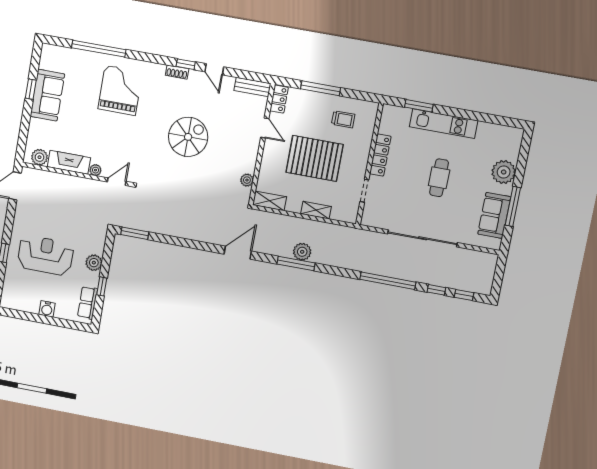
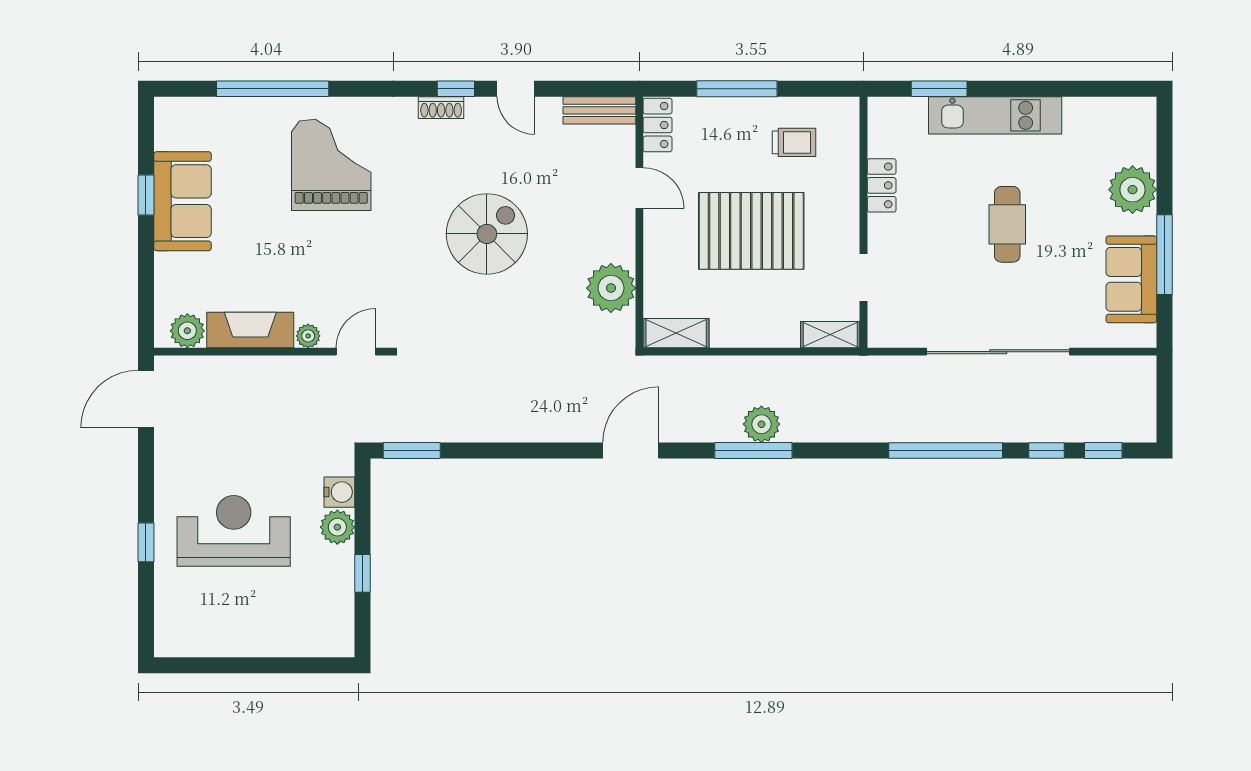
locker: (380, 155) -> (882, 185), width x0.66
plant: (247, 180) -> (611, 288), width x1.88, depth x1.88
shelving: (316, 210) -> (830, 335), moved
row of seats: (88, 303) -> (338, 613), removed
water cooler: (47, 309) -> (339, 492), moved, turned -90

